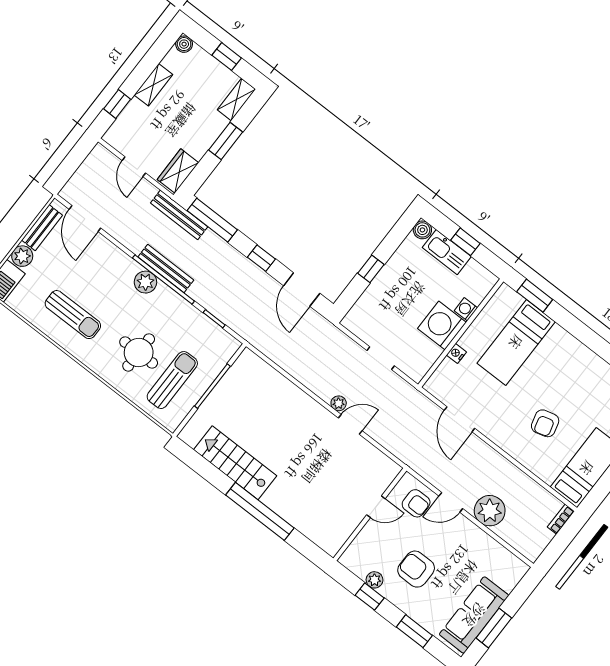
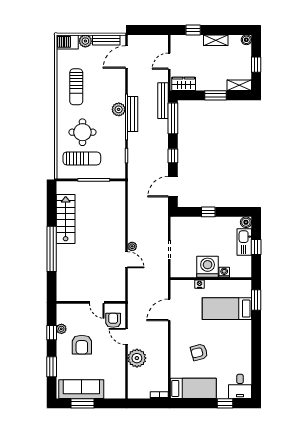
armchair: (416, 503) -> (113, 320), turned 180
armchair: (416, 569) -> (82, 345), turned 180

